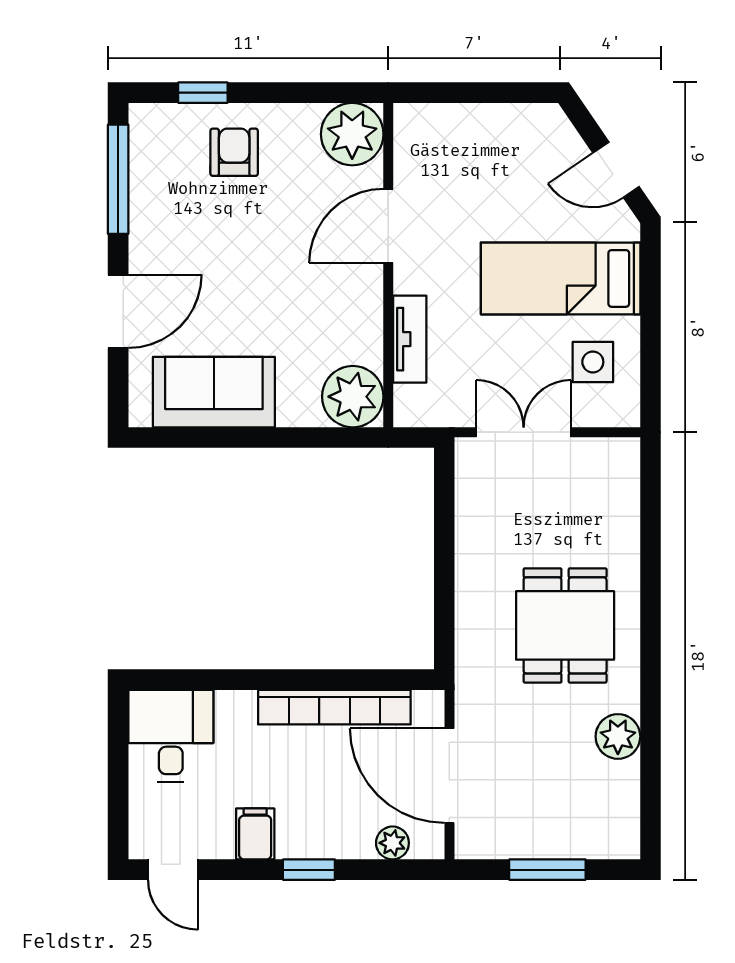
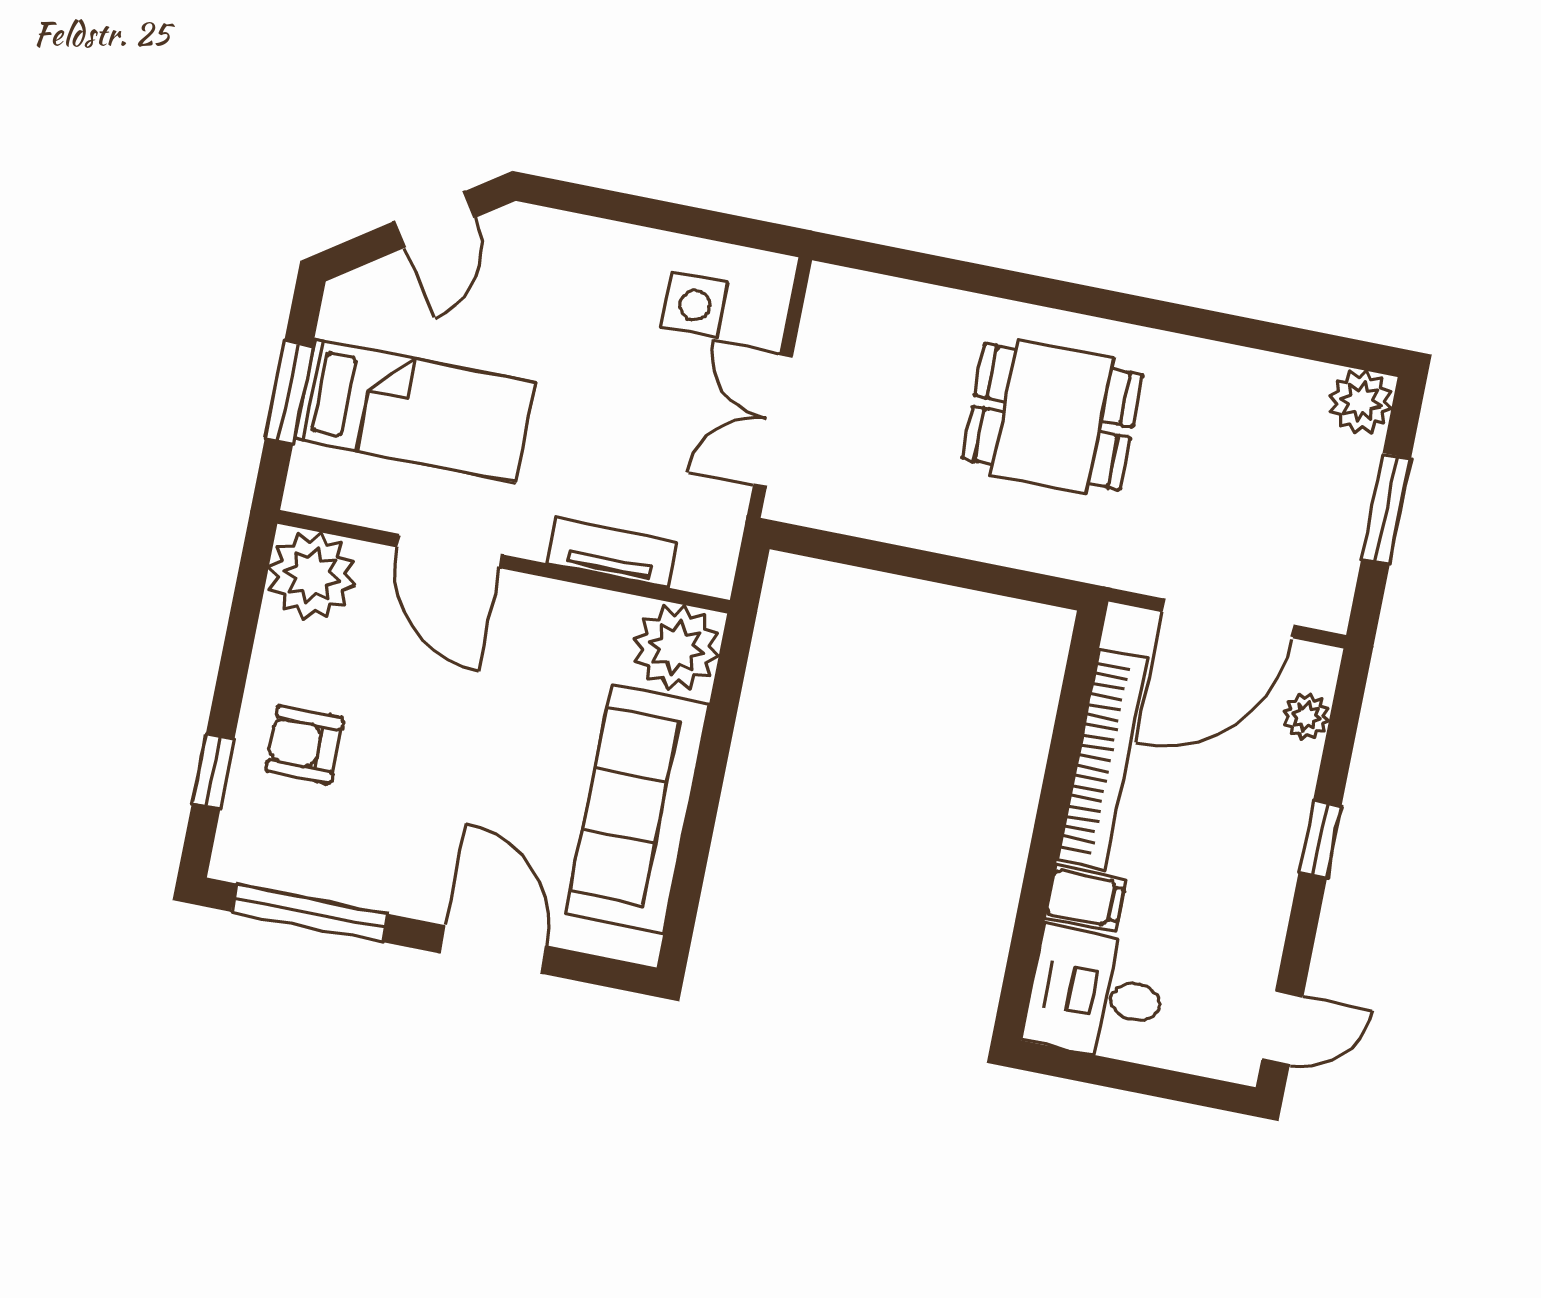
window: (476, 93) -> (289, 393), added
bed: (561, 278) -> (415, 410), moved, turned -90
sofa: (214, 392) -> (638, 808), width x1.36
plant: (618, 736) -> (1361, 402), moved
filing cabinet: (255, 834) -> (1086, 898), moved, turned 180

